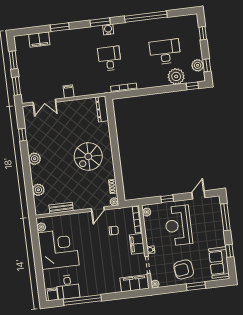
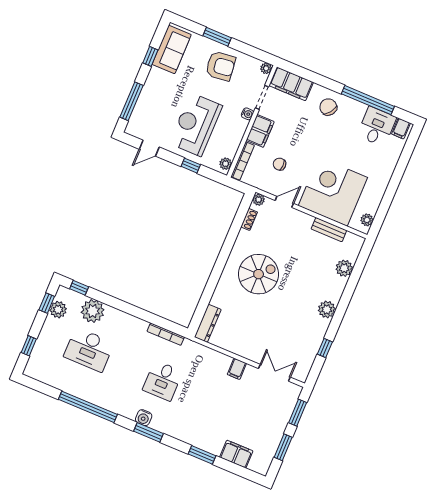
reception desk: (178, 225) -> (196, 125), turned 180
corner desk: (58, 249) -> (333, 192), moved, turned 90
chair: (104, 282) -> (328, 107), added

